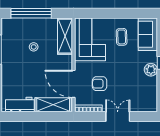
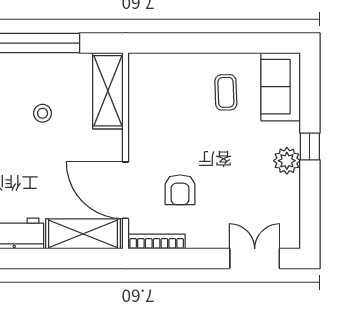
corner sofa: (90, 39) -> (160, 97), removed
armchair: (100, 84) -> (180, 190), turned -90
double door: (118, 117) -> (255, 258), moved

